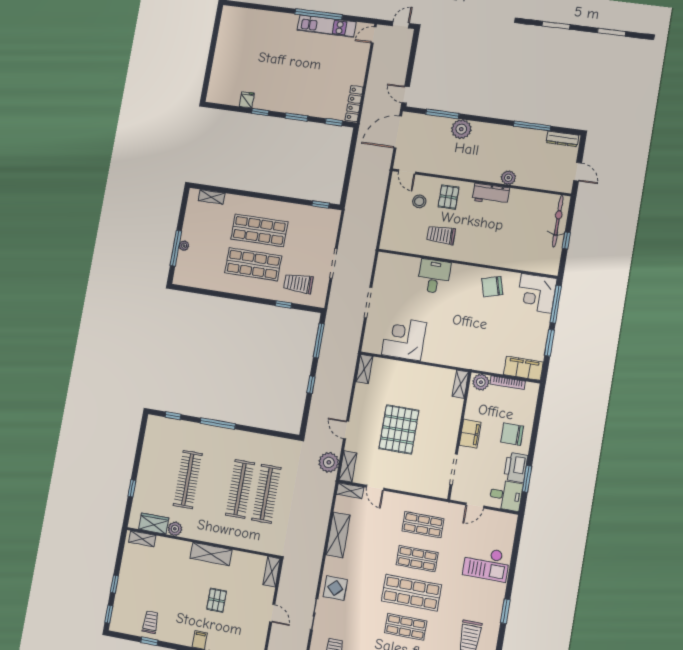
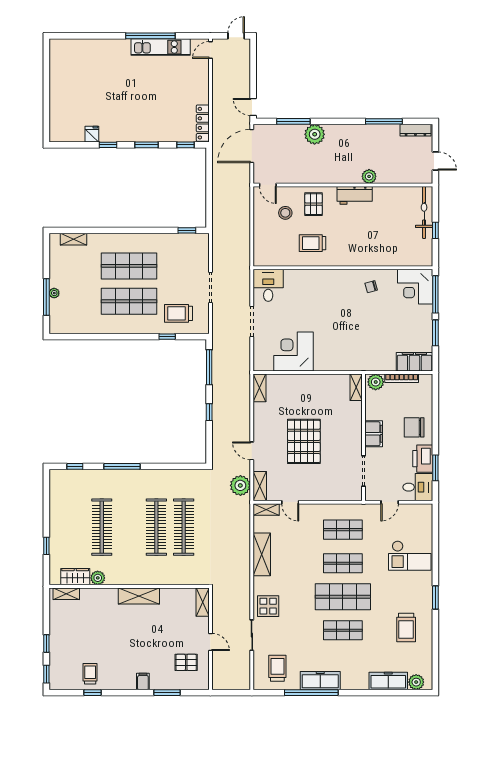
desk: (434, 276) -> (268, 285), moved
chair: (492, 287) -> (371, 287), width x0.54, depth x0.54
pallet: (217, 600) -> (186, 662), moved, turned 90

